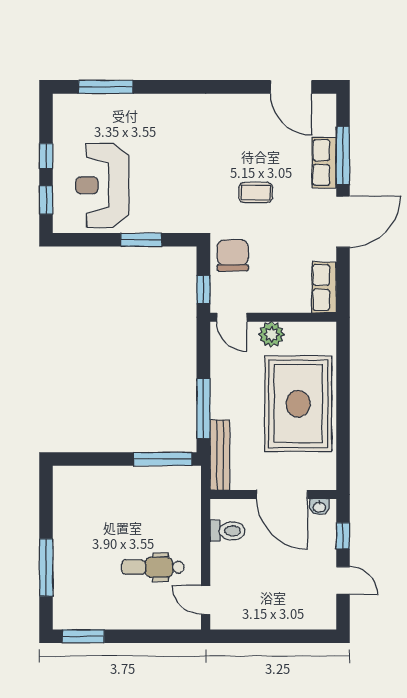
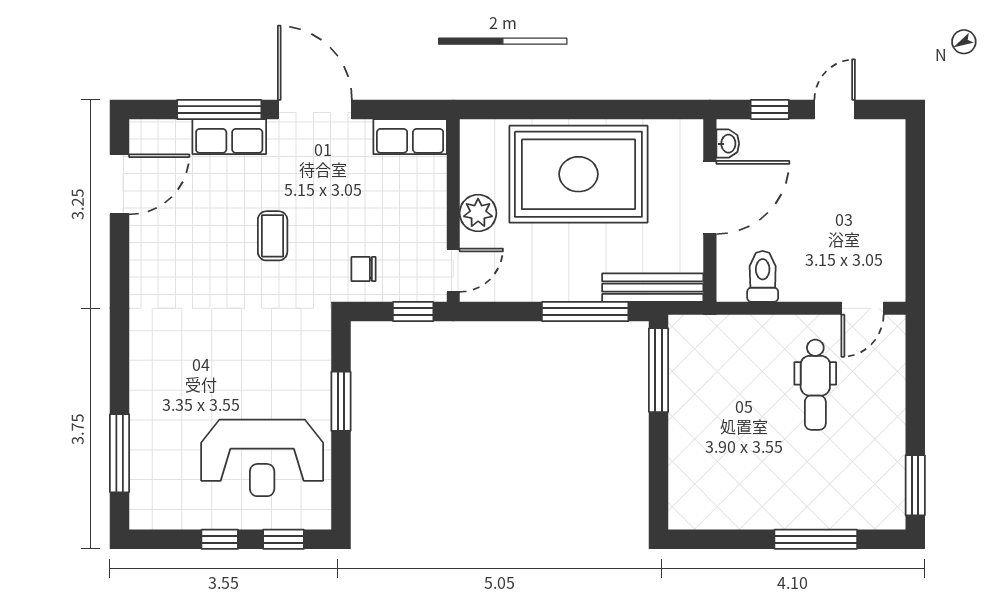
chair: (233, 255) -> (364, 269), width x0.54, depth x0.54

